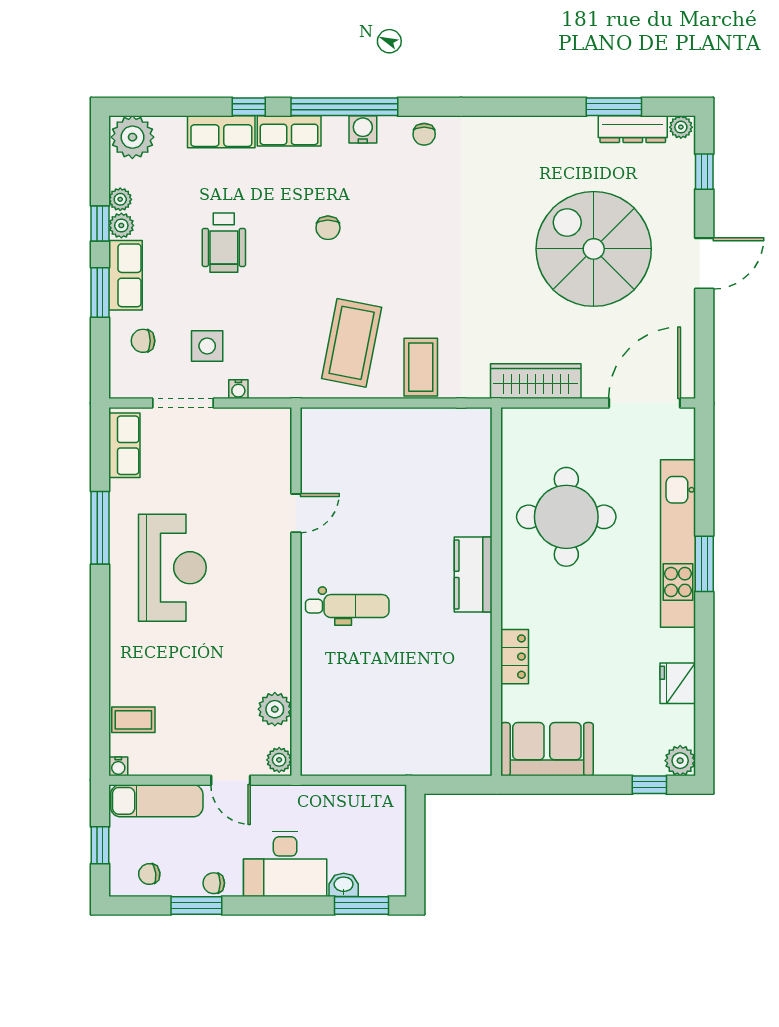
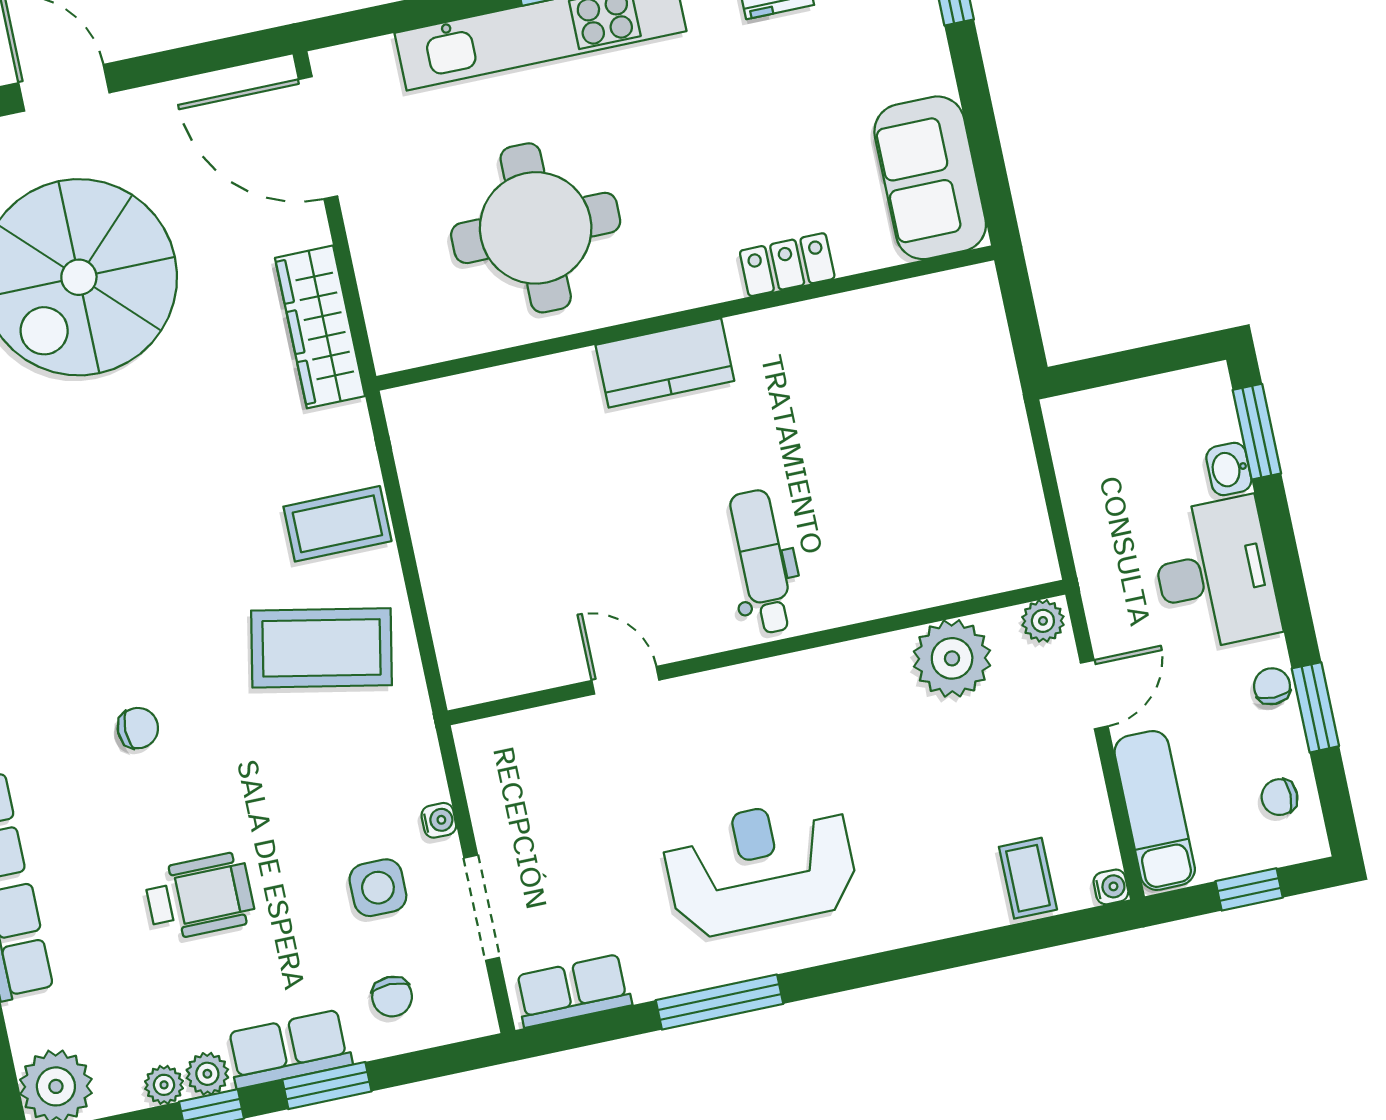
plant: (275, 709) -> (952, 658), width x1.36, depth x1.36
chair: (149, 874) -> (1280, 797), turned 97
chair: (214, 883) -> (1272, 686), turned 180

